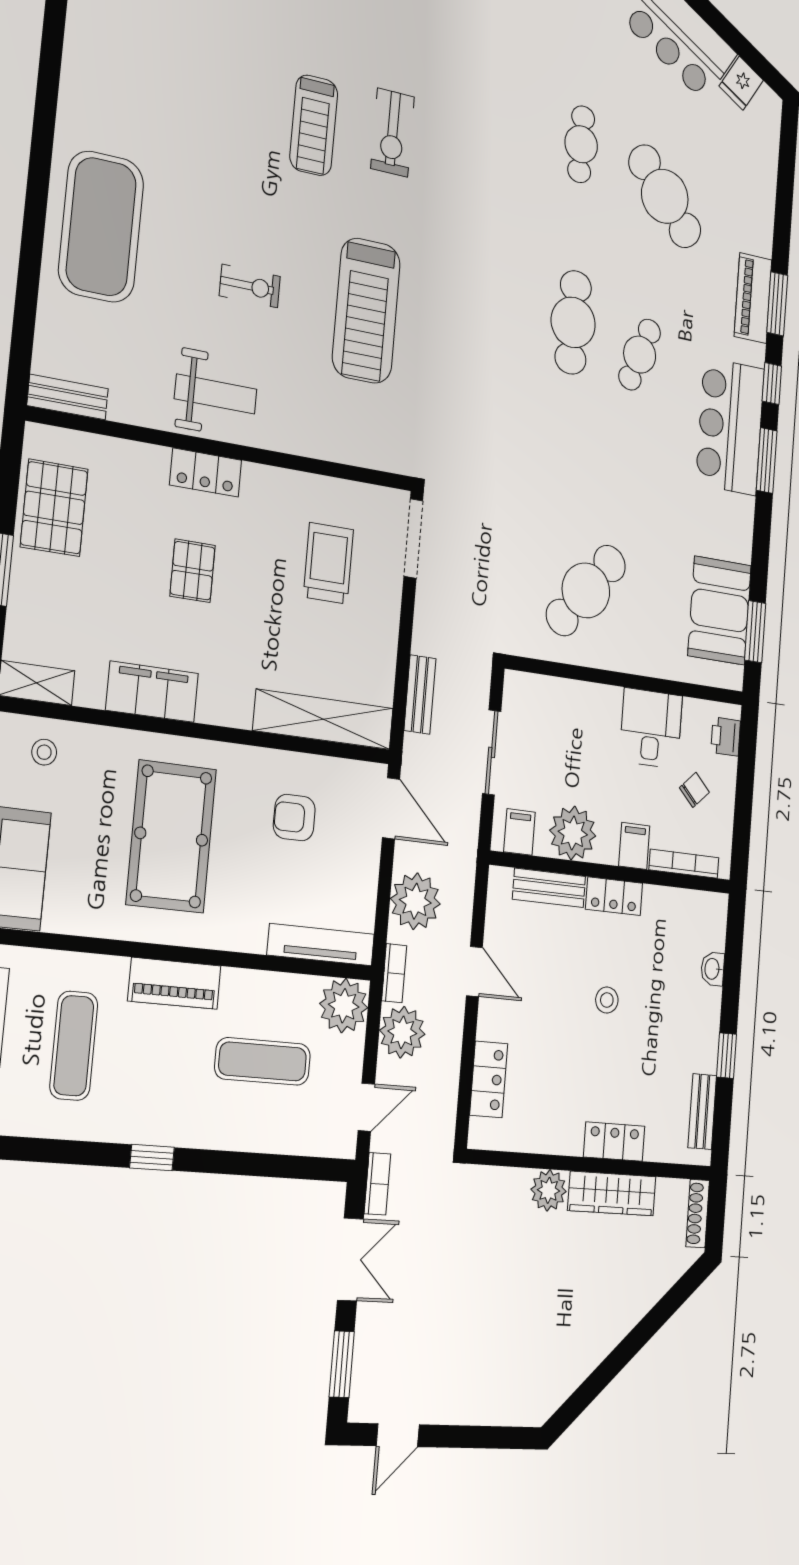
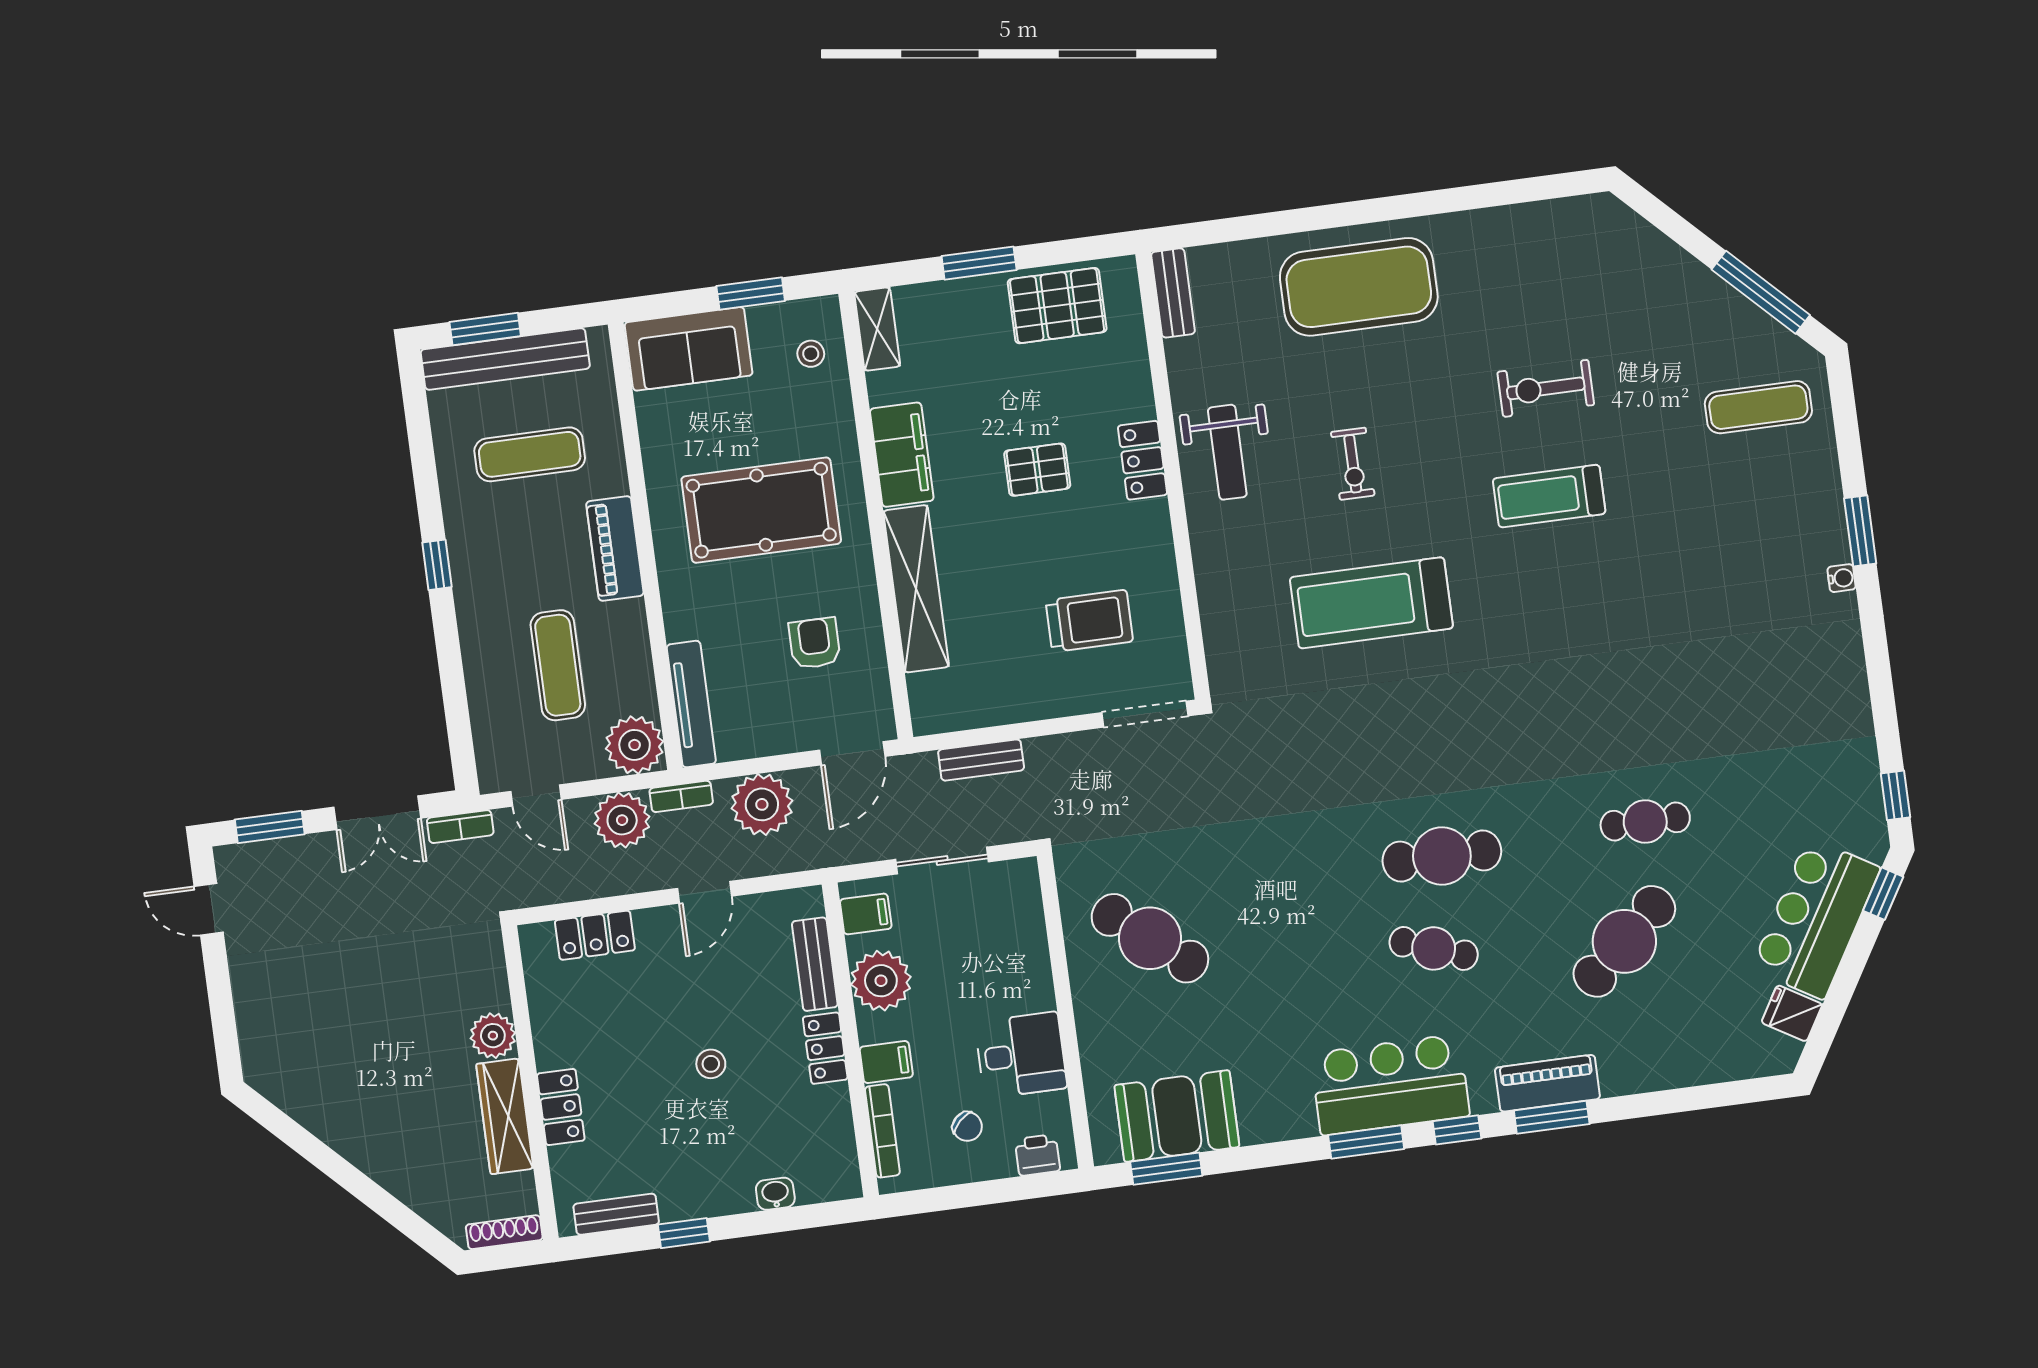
exercise bike: (393, 133) -> (1546, 388), moved
shelving: (323, 719) -> (916, 589), moved

